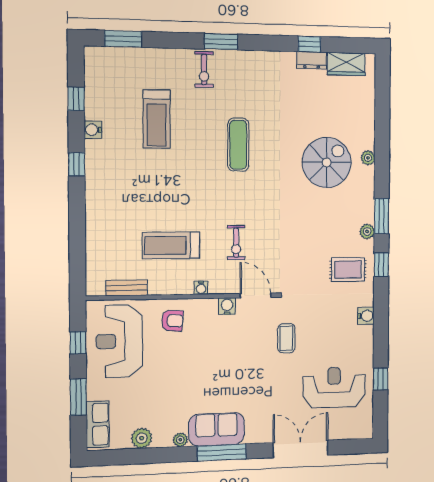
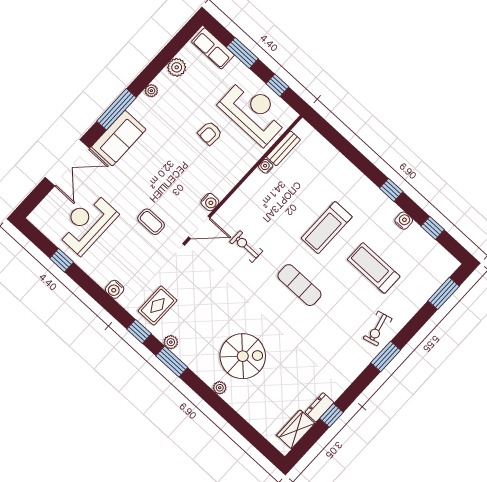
exercise bike: (204, 69) -> (378, 329), turned -104
exercise mat: (238, 145) -> (299, 285), moved
spiral stairs: (327, 162) -> (243, 356), turned -90
treadmill: (171, 245) -> (327, 228), moved, turned 180
water cooler: (201, 288) -> (266, 166), moved
armchair: (172, 321) -> (210, 133), moved
reception desk: (334, 387) -> (87, 223), turned 180
sofa: (217, 429) -> (119, 138), moved

